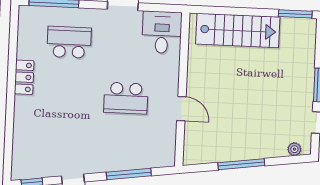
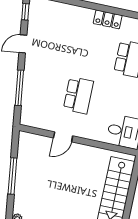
school desk: (126, 98) -> (78, 95), turned 180

